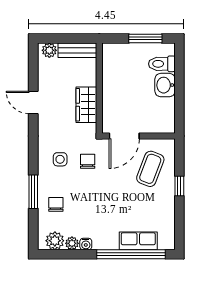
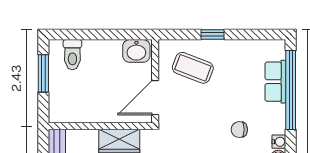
washbasin: (165, 85) -> (136, 51), moved
door: (124, 136) -> (155, 98), swing flipped
chair: (88, 161) -> (239, 130), moved

